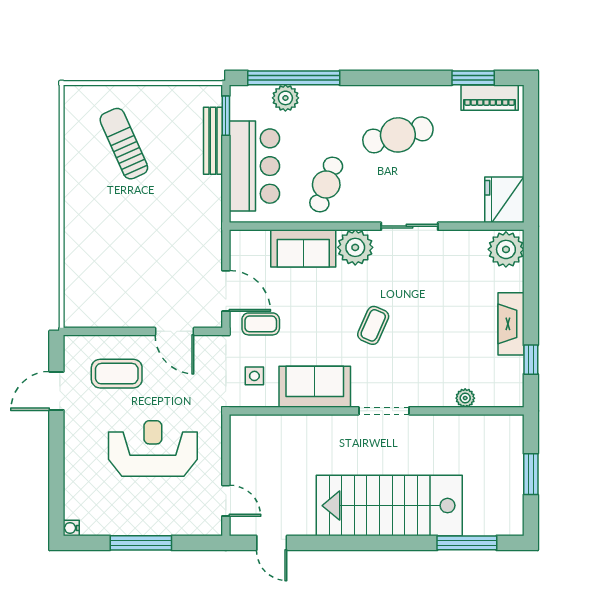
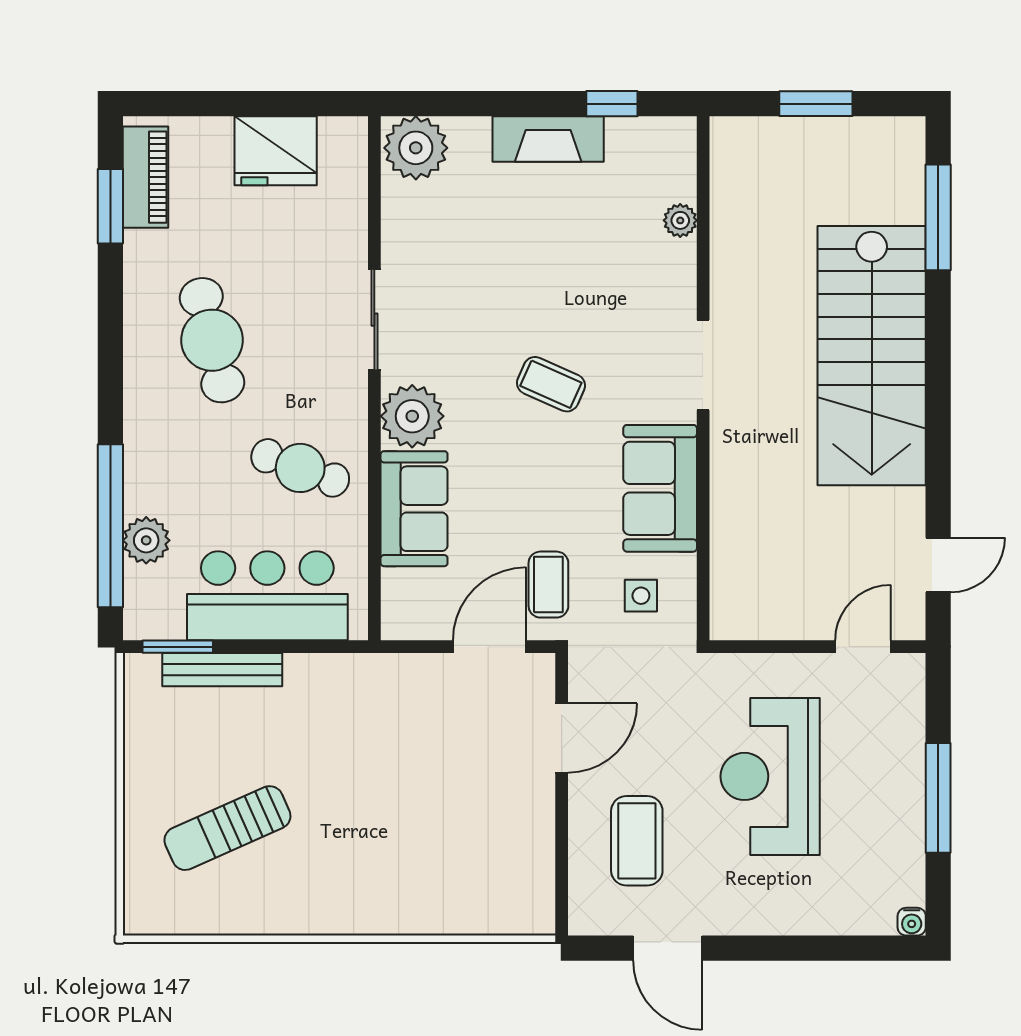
fridge: (504, 200) -> (276, 151), moved

